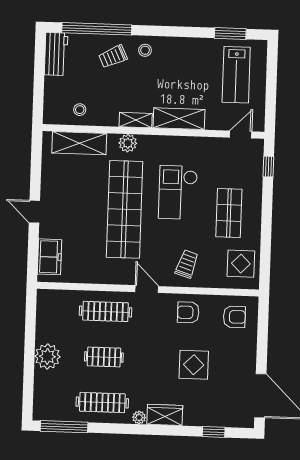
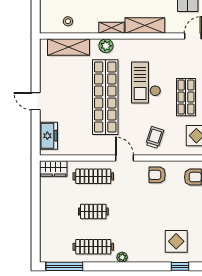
plant: (47, 356) -> (50, 213), removed
display table: (194, 365) -> (176, 241), moved
wardrobe: (165, 415) -> (53, 168), moved, turned 180

